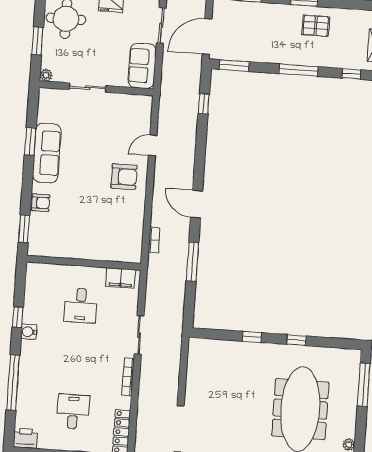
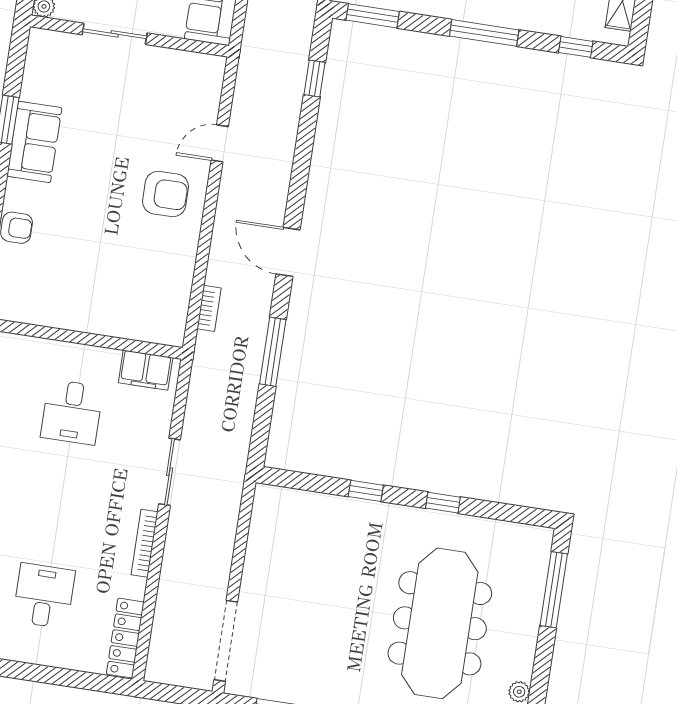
sofa: (47, 153) -> (34, 142), width x0.73

